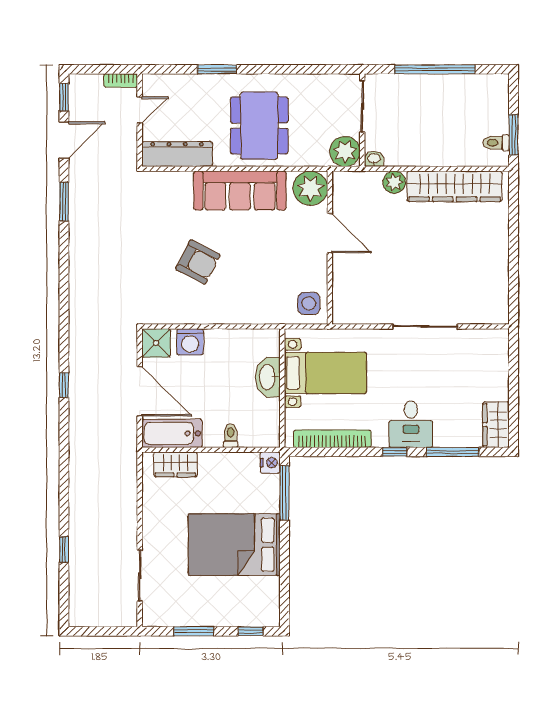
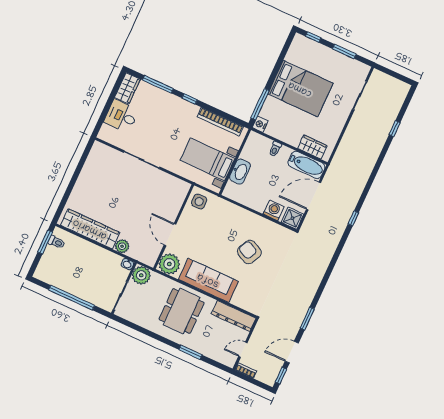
door: (140, 391) -> (314, 196), hinge flipped
desk: (411, 424) -> (121, 116), moved, turned -90

